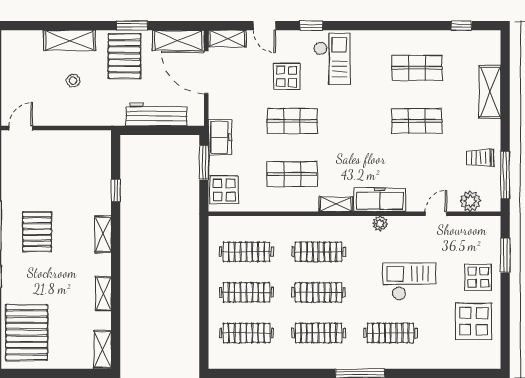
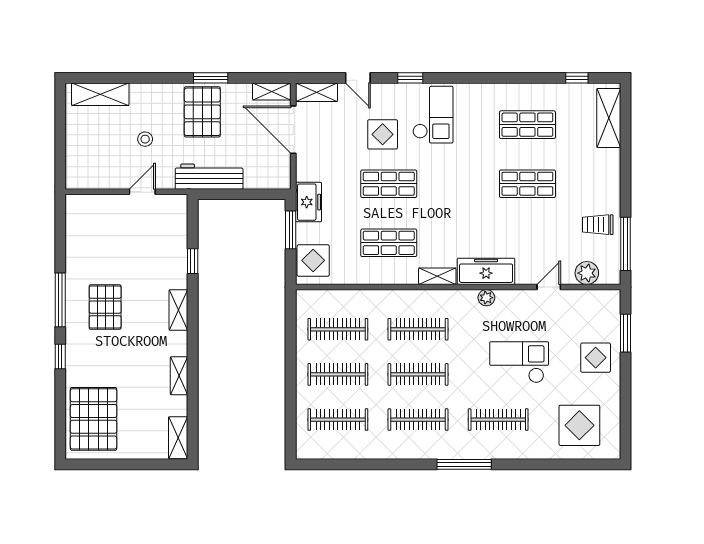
shelving: (70, 40) -> (100, 94), moved
shelving: (178, 40) -> (272, 91), width x0.67, depth x0.75
shelving: (490, 92) -> (609, 118), moved
workbench: (156, 114) -> (209, 177), moved
door: (21, 128) -> (142, 192), moved
display table: (474, 321) -> (579, 425), moved

